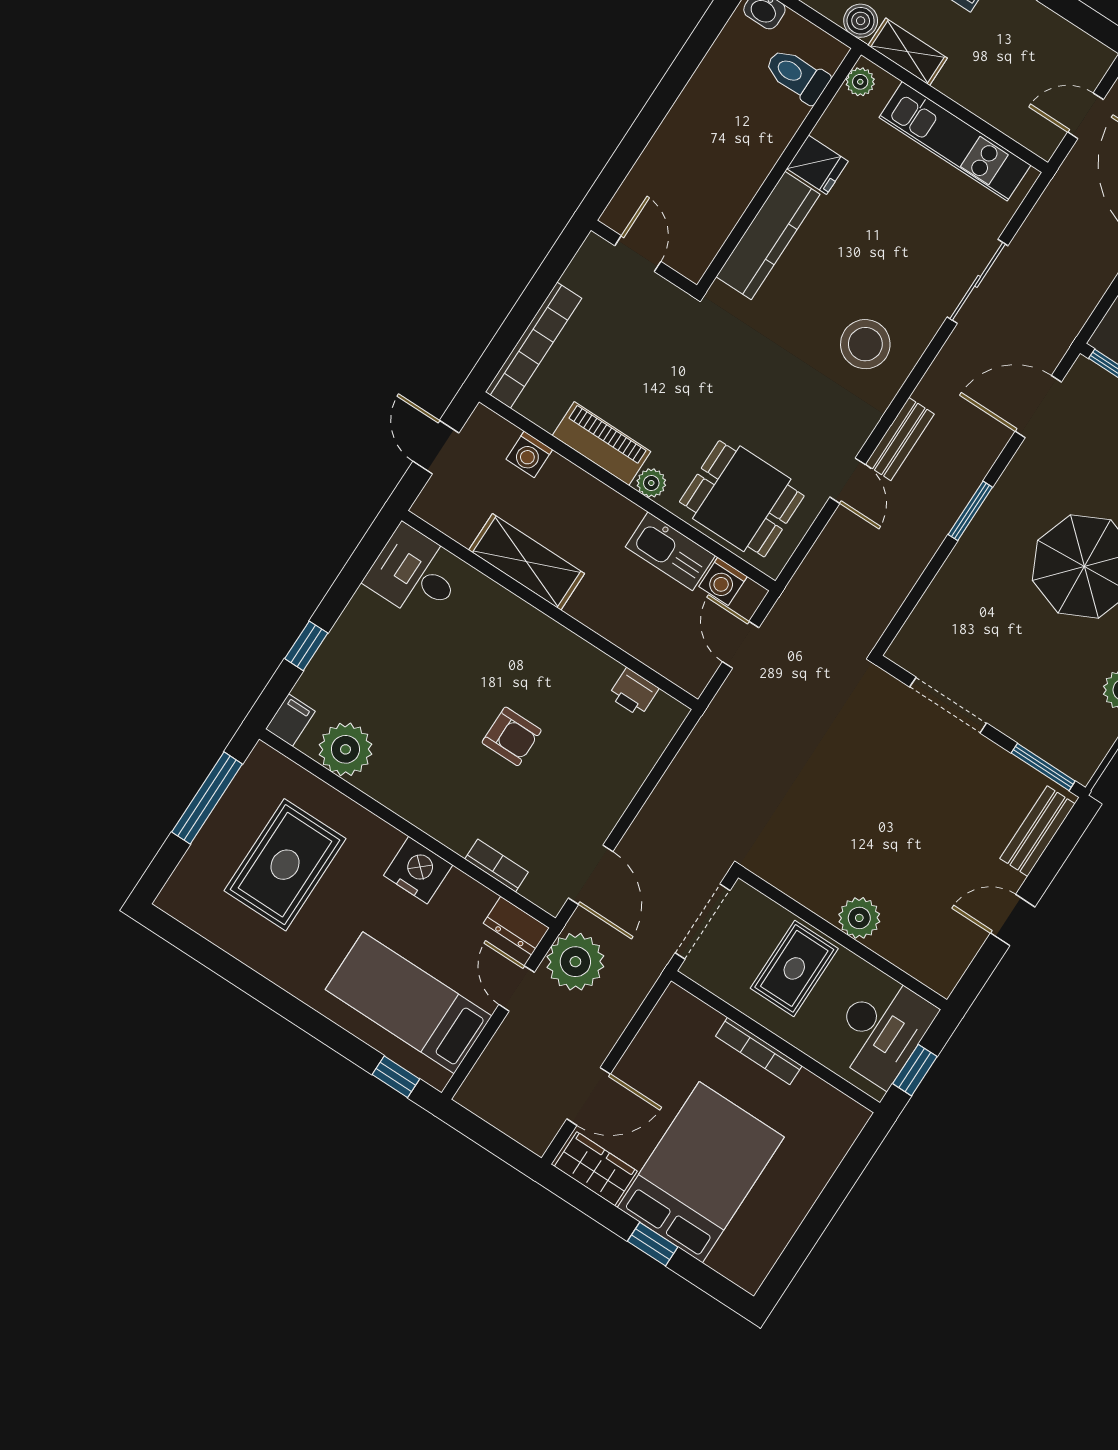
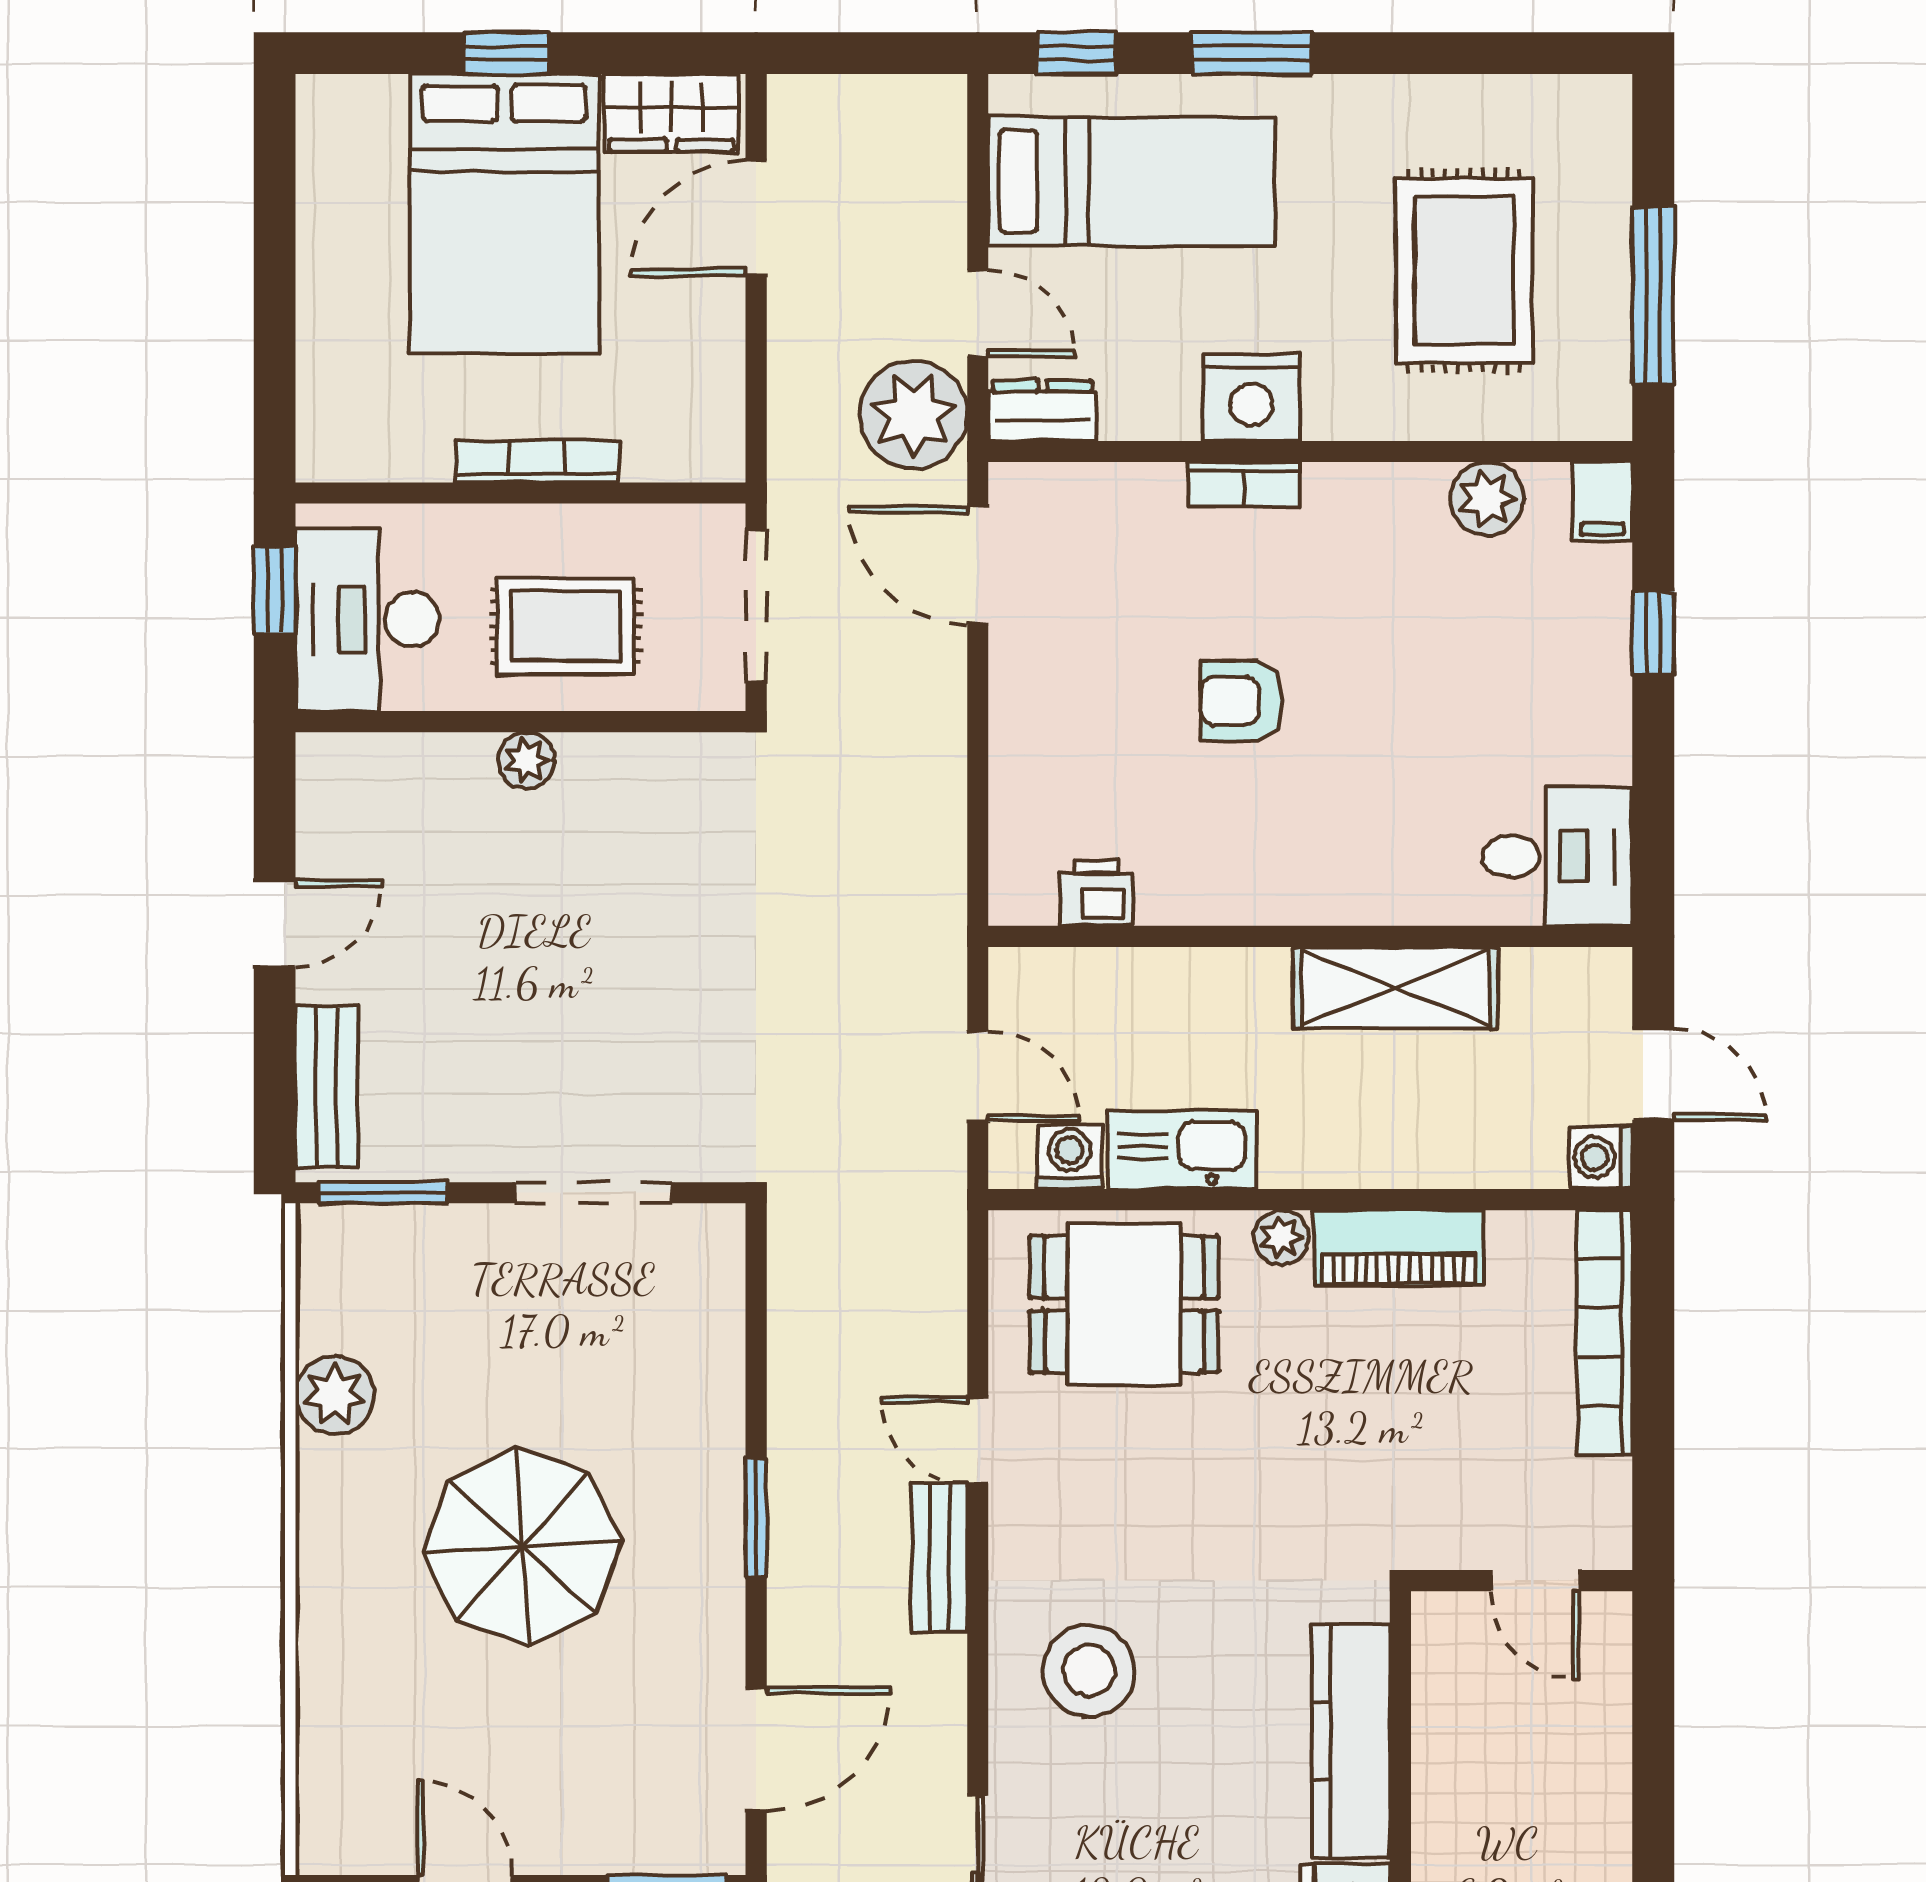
washing machine: (529, 454) -> (1601, 1157), moved, turned -90
plant: (345, 749) -> (1487, 498), width x0.73, depth x0.73
bookcase: (497, 866) -> (1243, 484), moved
plant: (859, 918) -> (526, 760), width x0.73, depth x0.73
rug: (794, 968) -> (566, 626), turned 90
window: (317, 1025) -> (1252, 53), added

